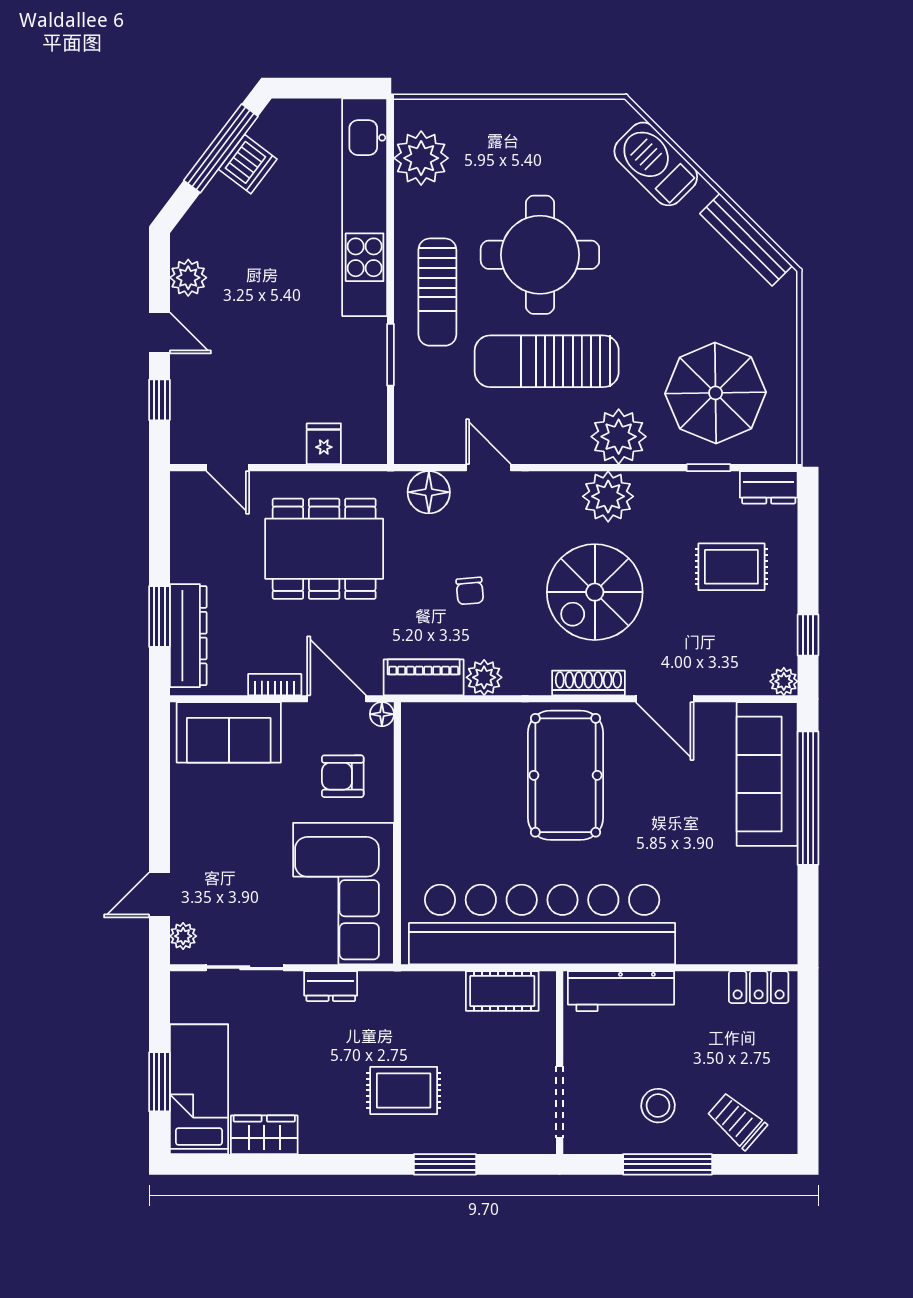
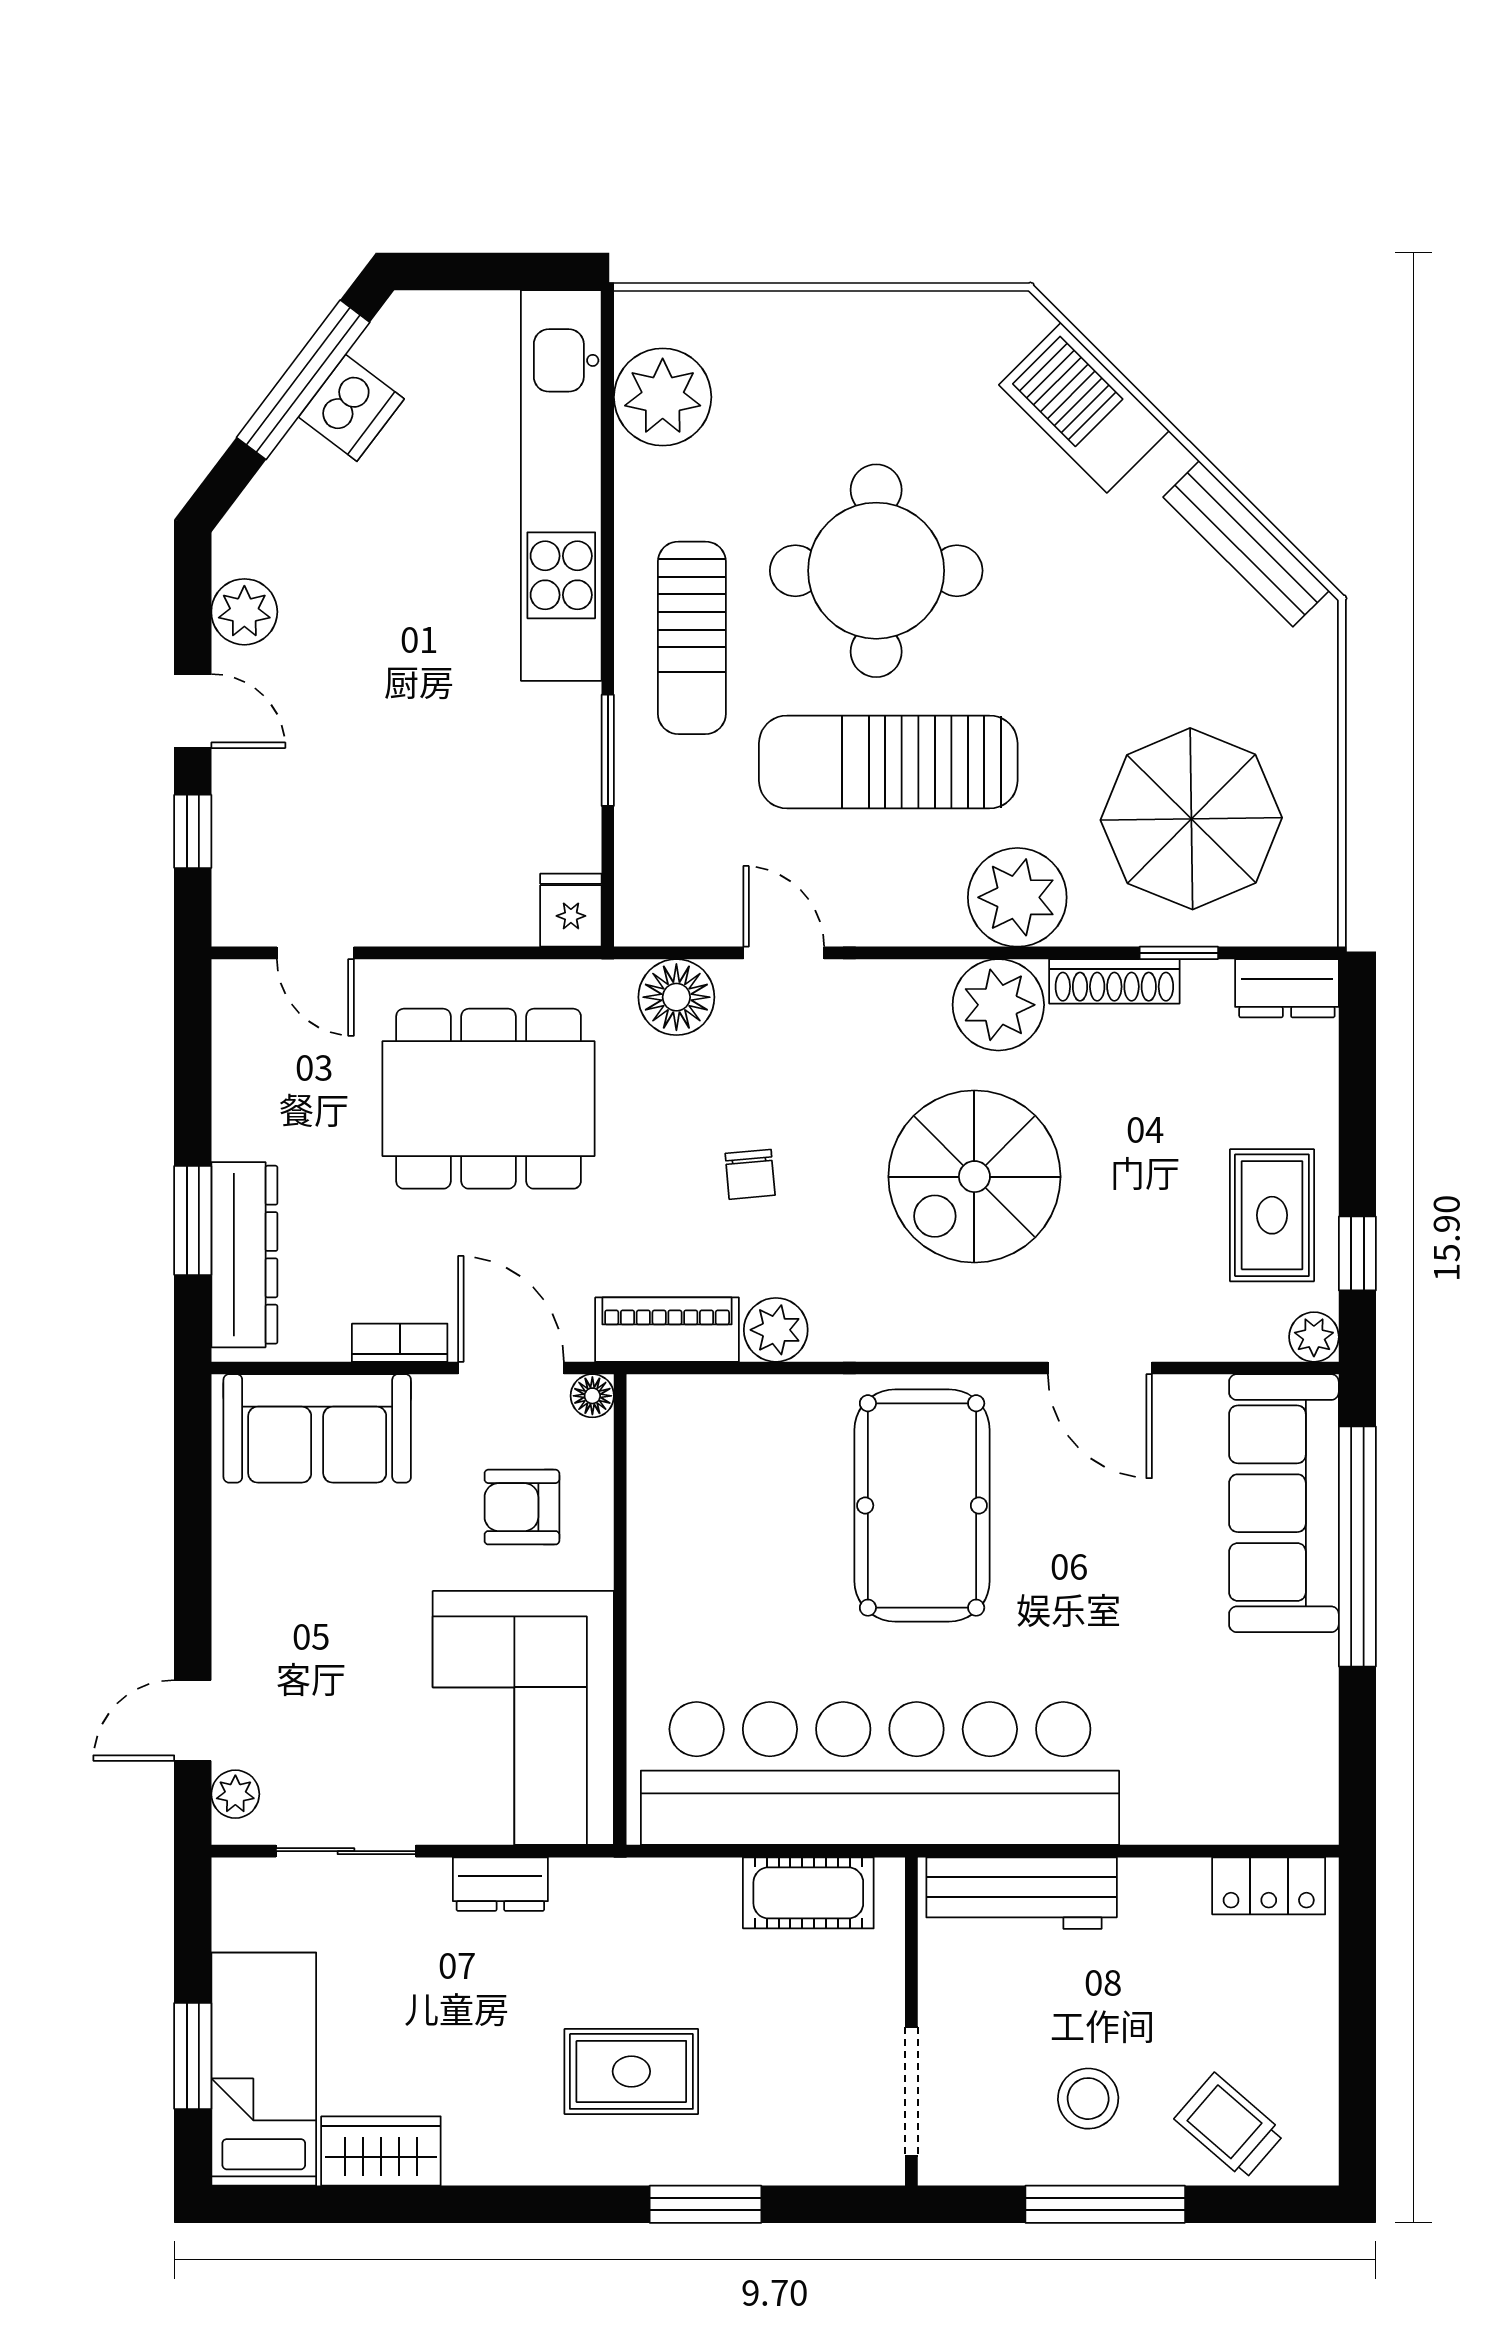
fridge: (324, 444) -> (571, 910), moved
rug: (731, 567) -> (1272, 1215), moved, turned 90
shoe rack: (588, 683) -> (1114, 981), moved, turned 180

